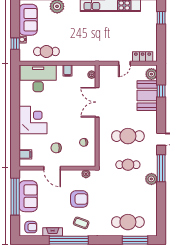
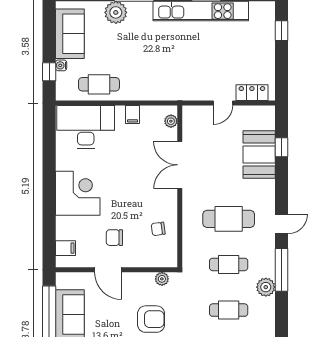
plant: (151, 74) -> (266, 120), removed
cafe table: (128, 193) -> (229, 310), added

